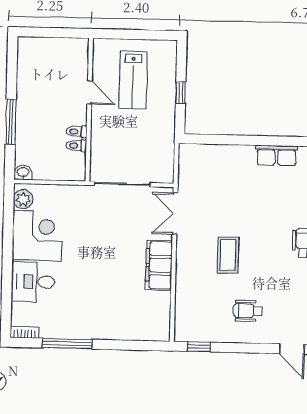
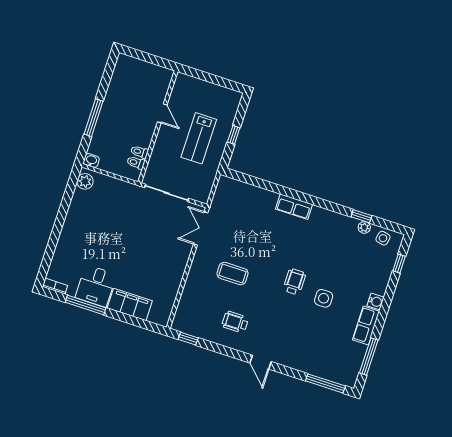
lab bench: (133, 80) -> (199, 138), moved
toilet: (77, 132) -> (136, 163), moved
corner desk: (37, 236) -> (88, 213), removed
coffee table: (228, 255) -> (233, 274), turned 90
filing cabinet: (159, 265) -> (130, 304), moved, turned 90
desk: (33, 282) -> (96, 286), moved, turned -90

